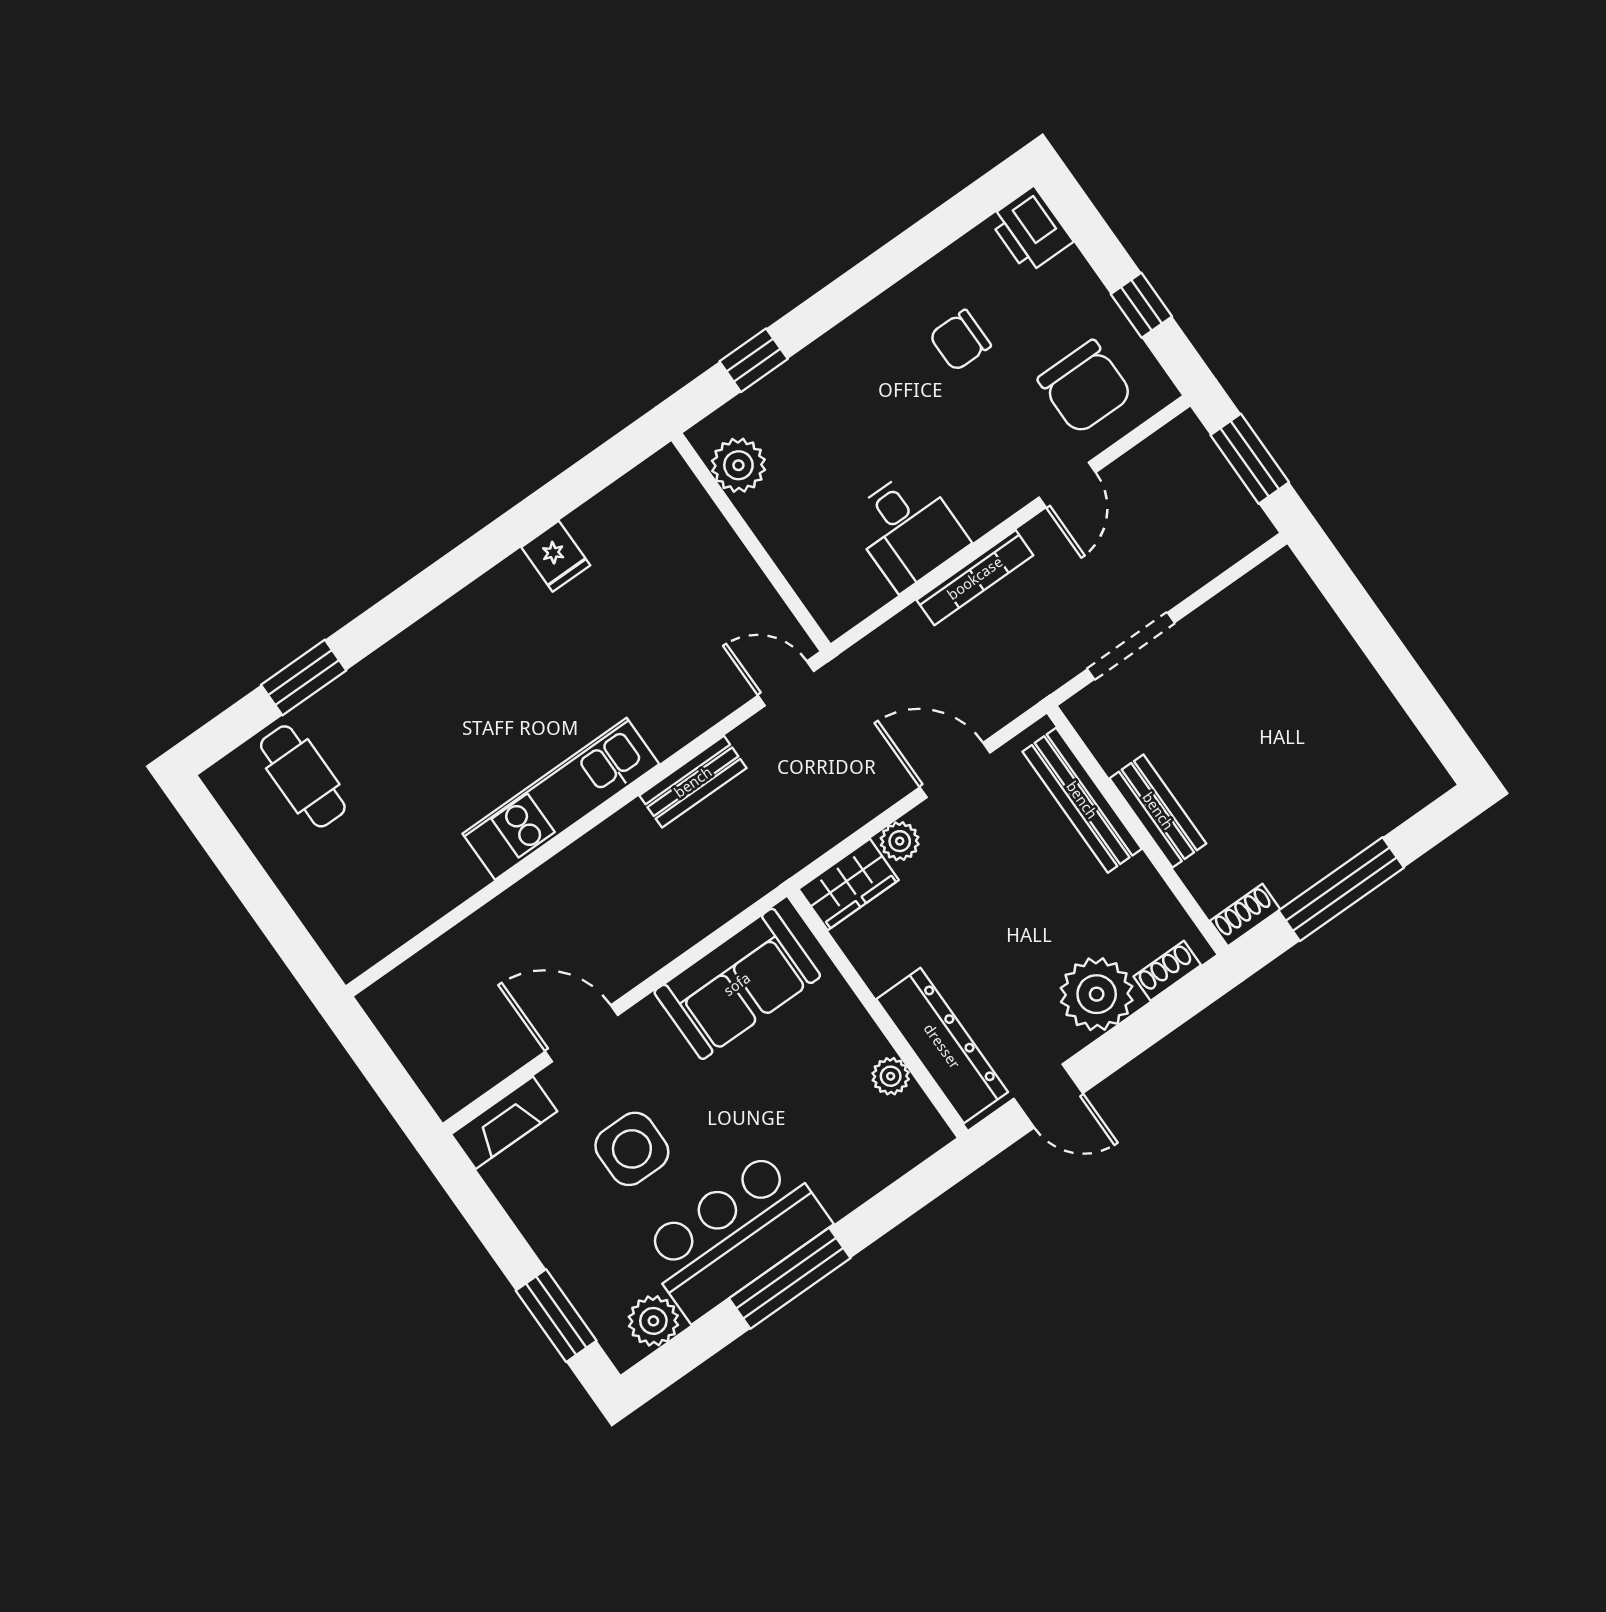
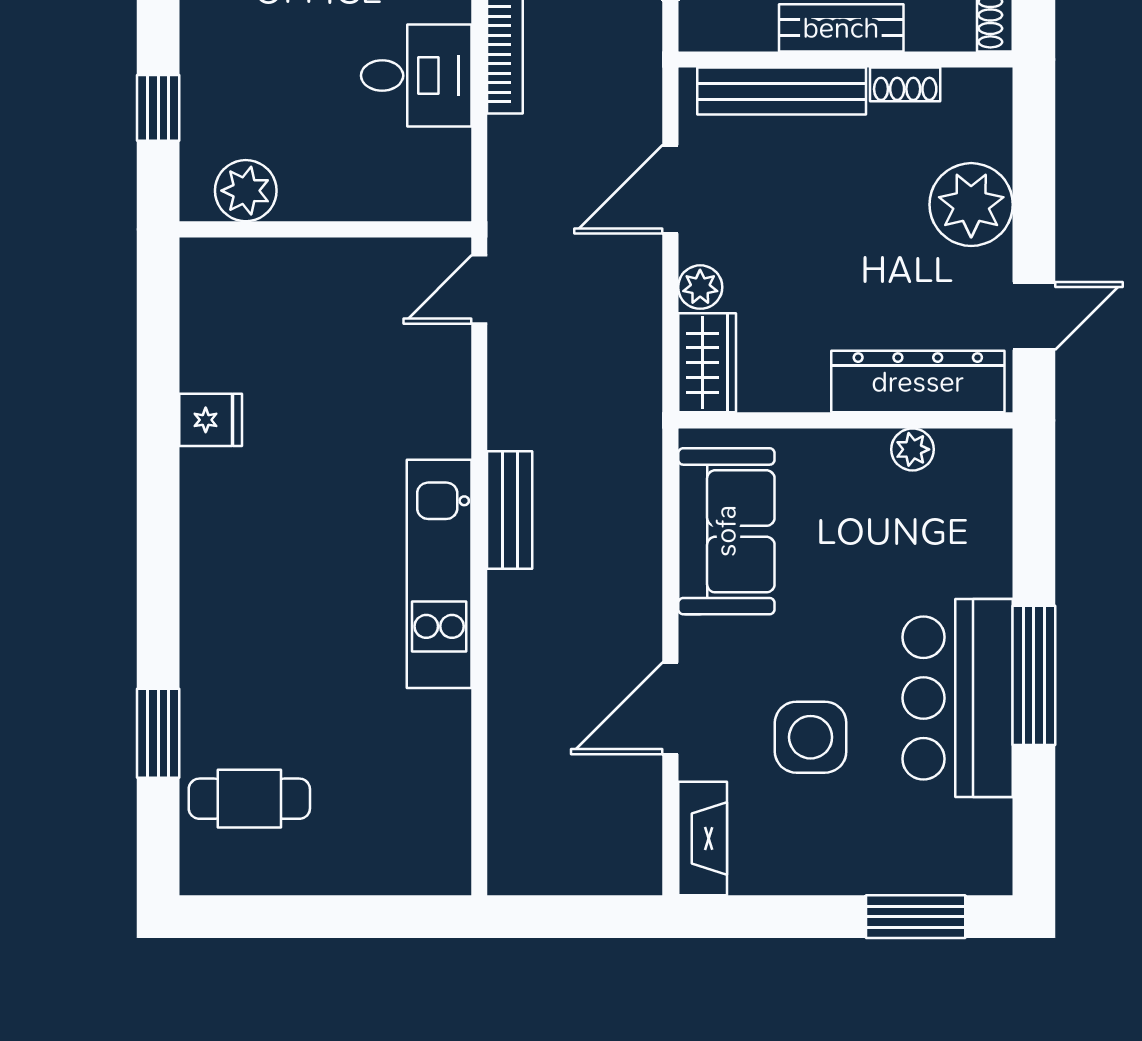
bench: (693, 782) -> (510, 510), moved
shoe rack: (1167, 971) -> (905, 84), moved, turned -90
plant: (653, 1321) -> (984, 830), removed

